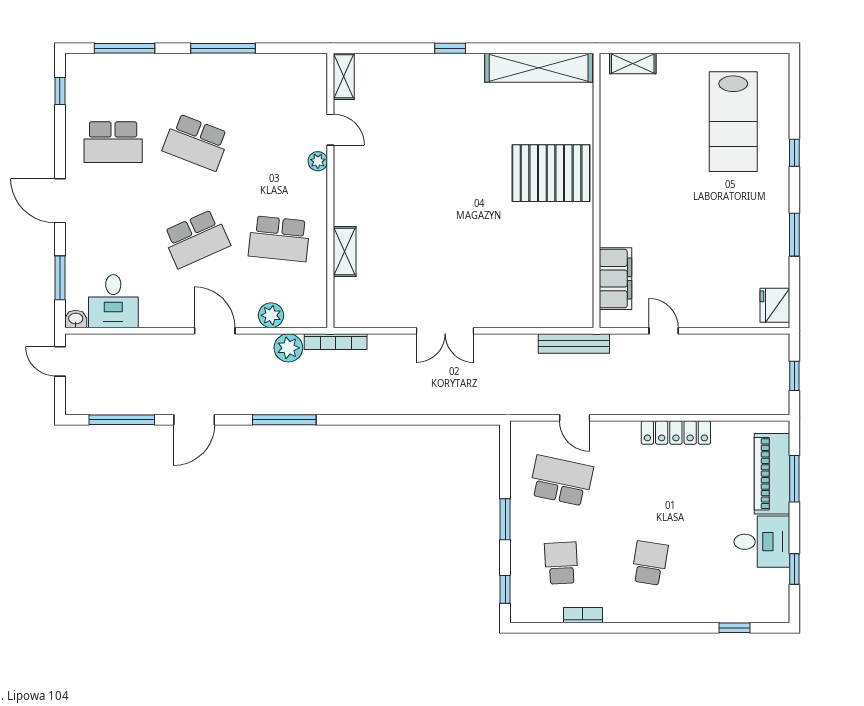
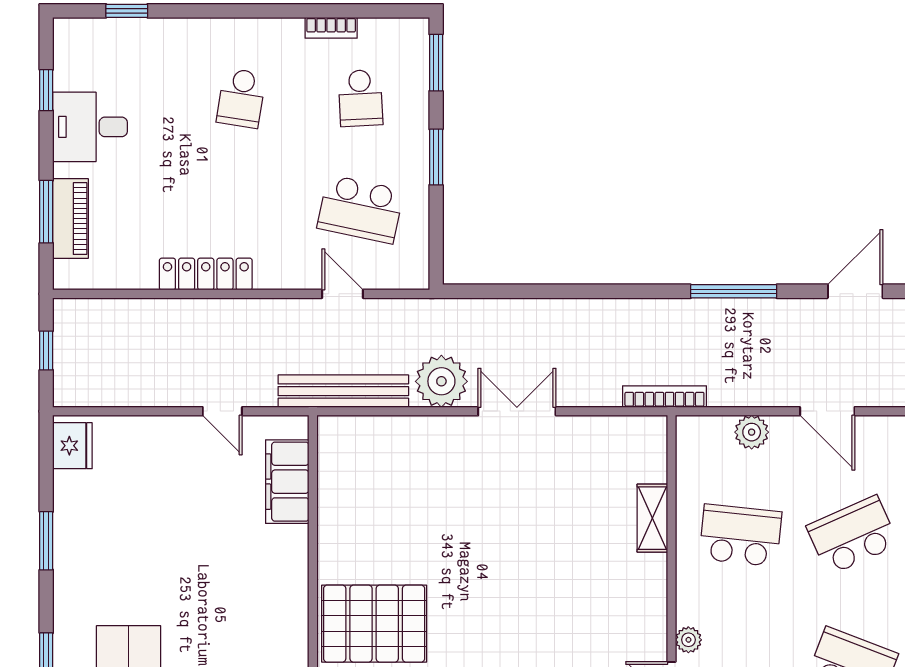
bench: (574, 344) -> (343, 391), width x1.37, depth x1.21
plant: (288, 348) -> (441, 381), moved, width x1.36, depth x1.36
piano: (772, 474) -> (70, 219), width x0.73, depth x0.75
window: (505, 589) -> (436, 63), width x1.50

